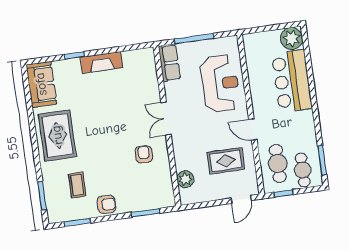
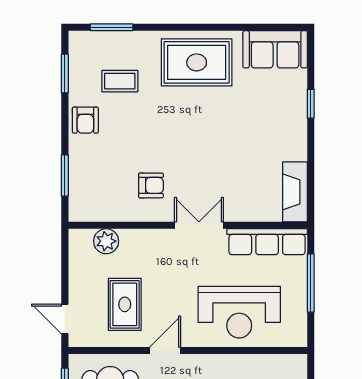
fireplace: (102, 62) -> (295, 192), moved
row of seats: (169, 63) -> (267, 242), width x1.48

